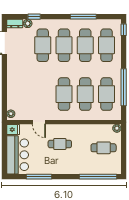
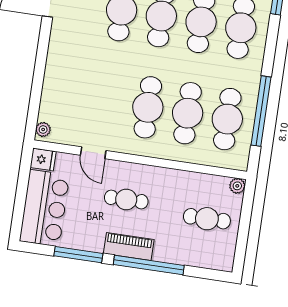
piano: (65, 168) -> (129, 246), added
window: (98, 177) -> (149, 265), moved

